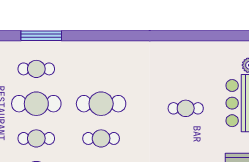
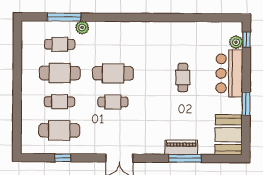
plant: (63, 48) -> (82, 27), added
cafe table: (186, 108) -> (183, 78), turned 90

